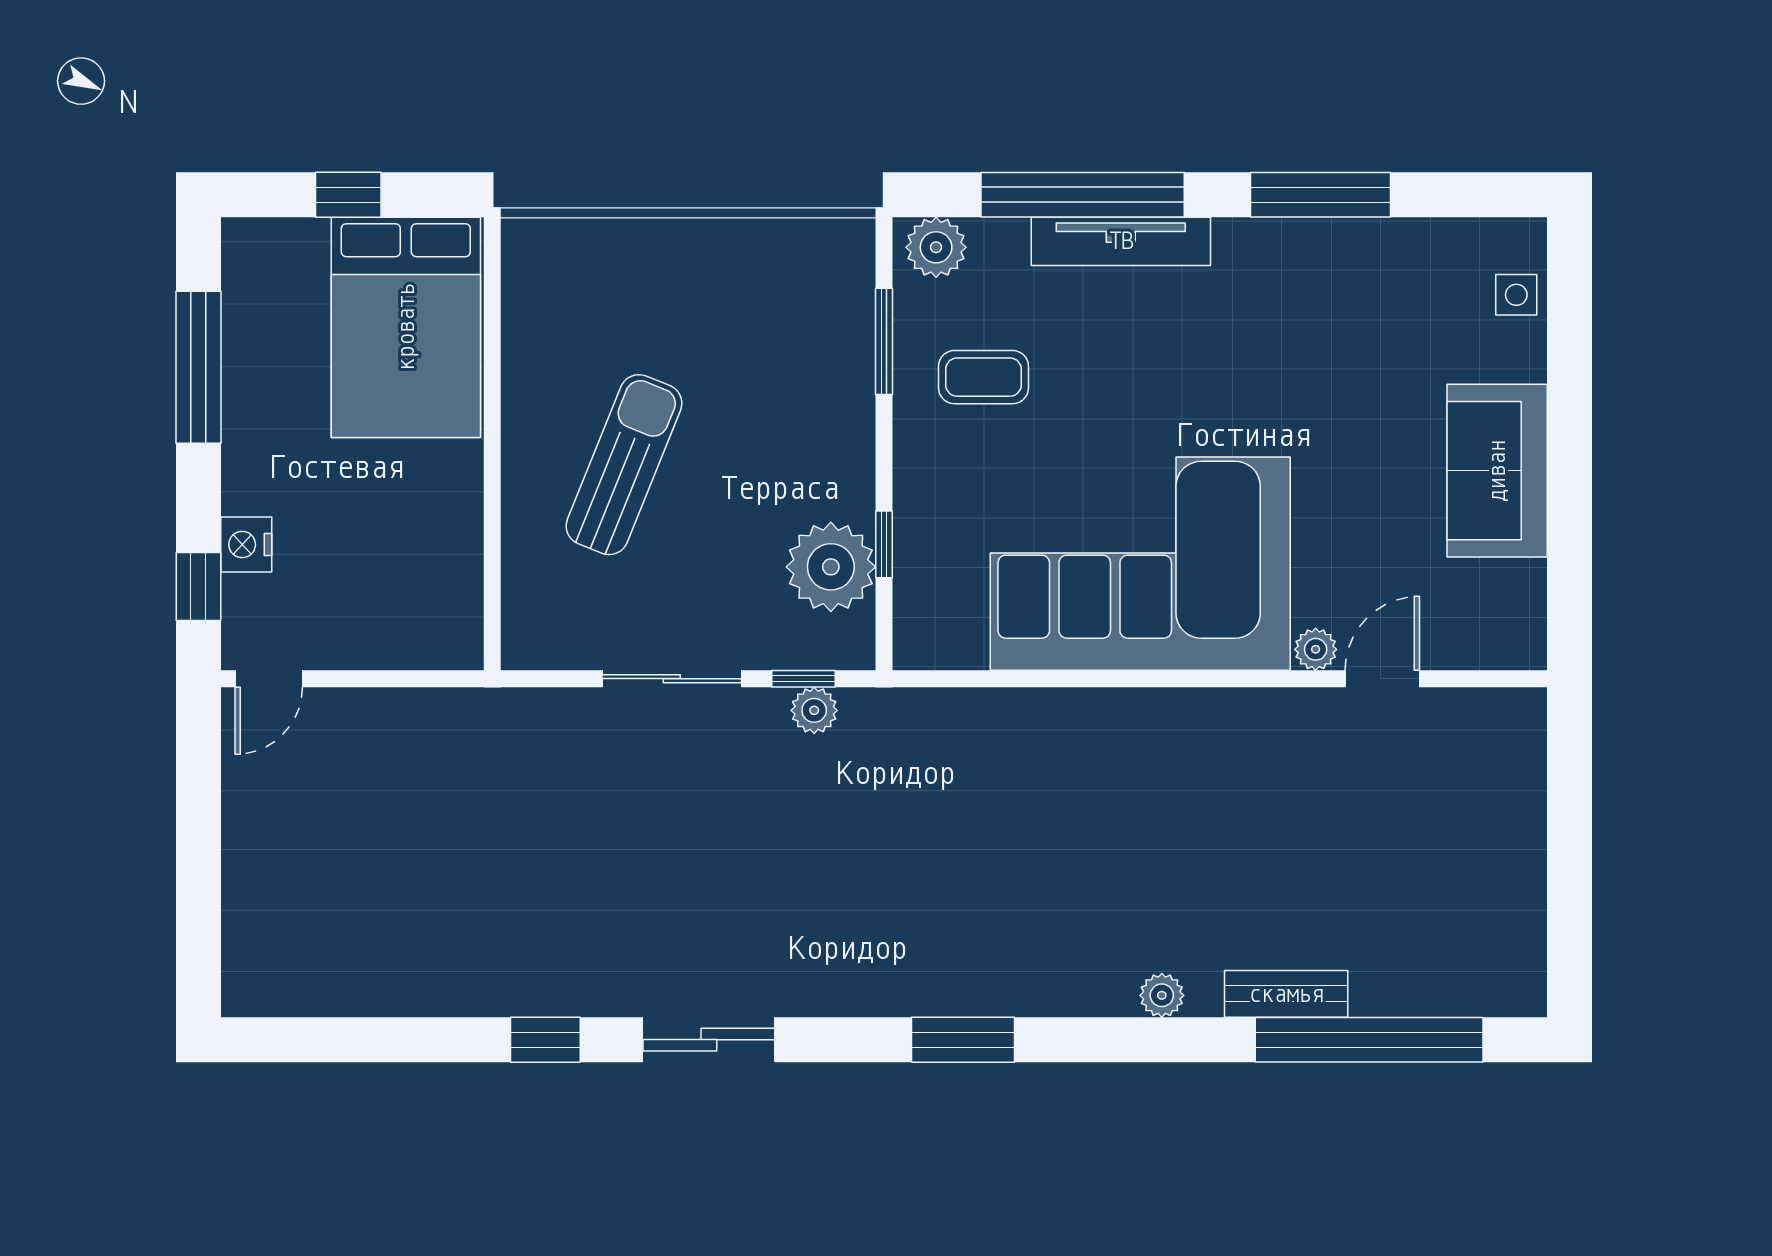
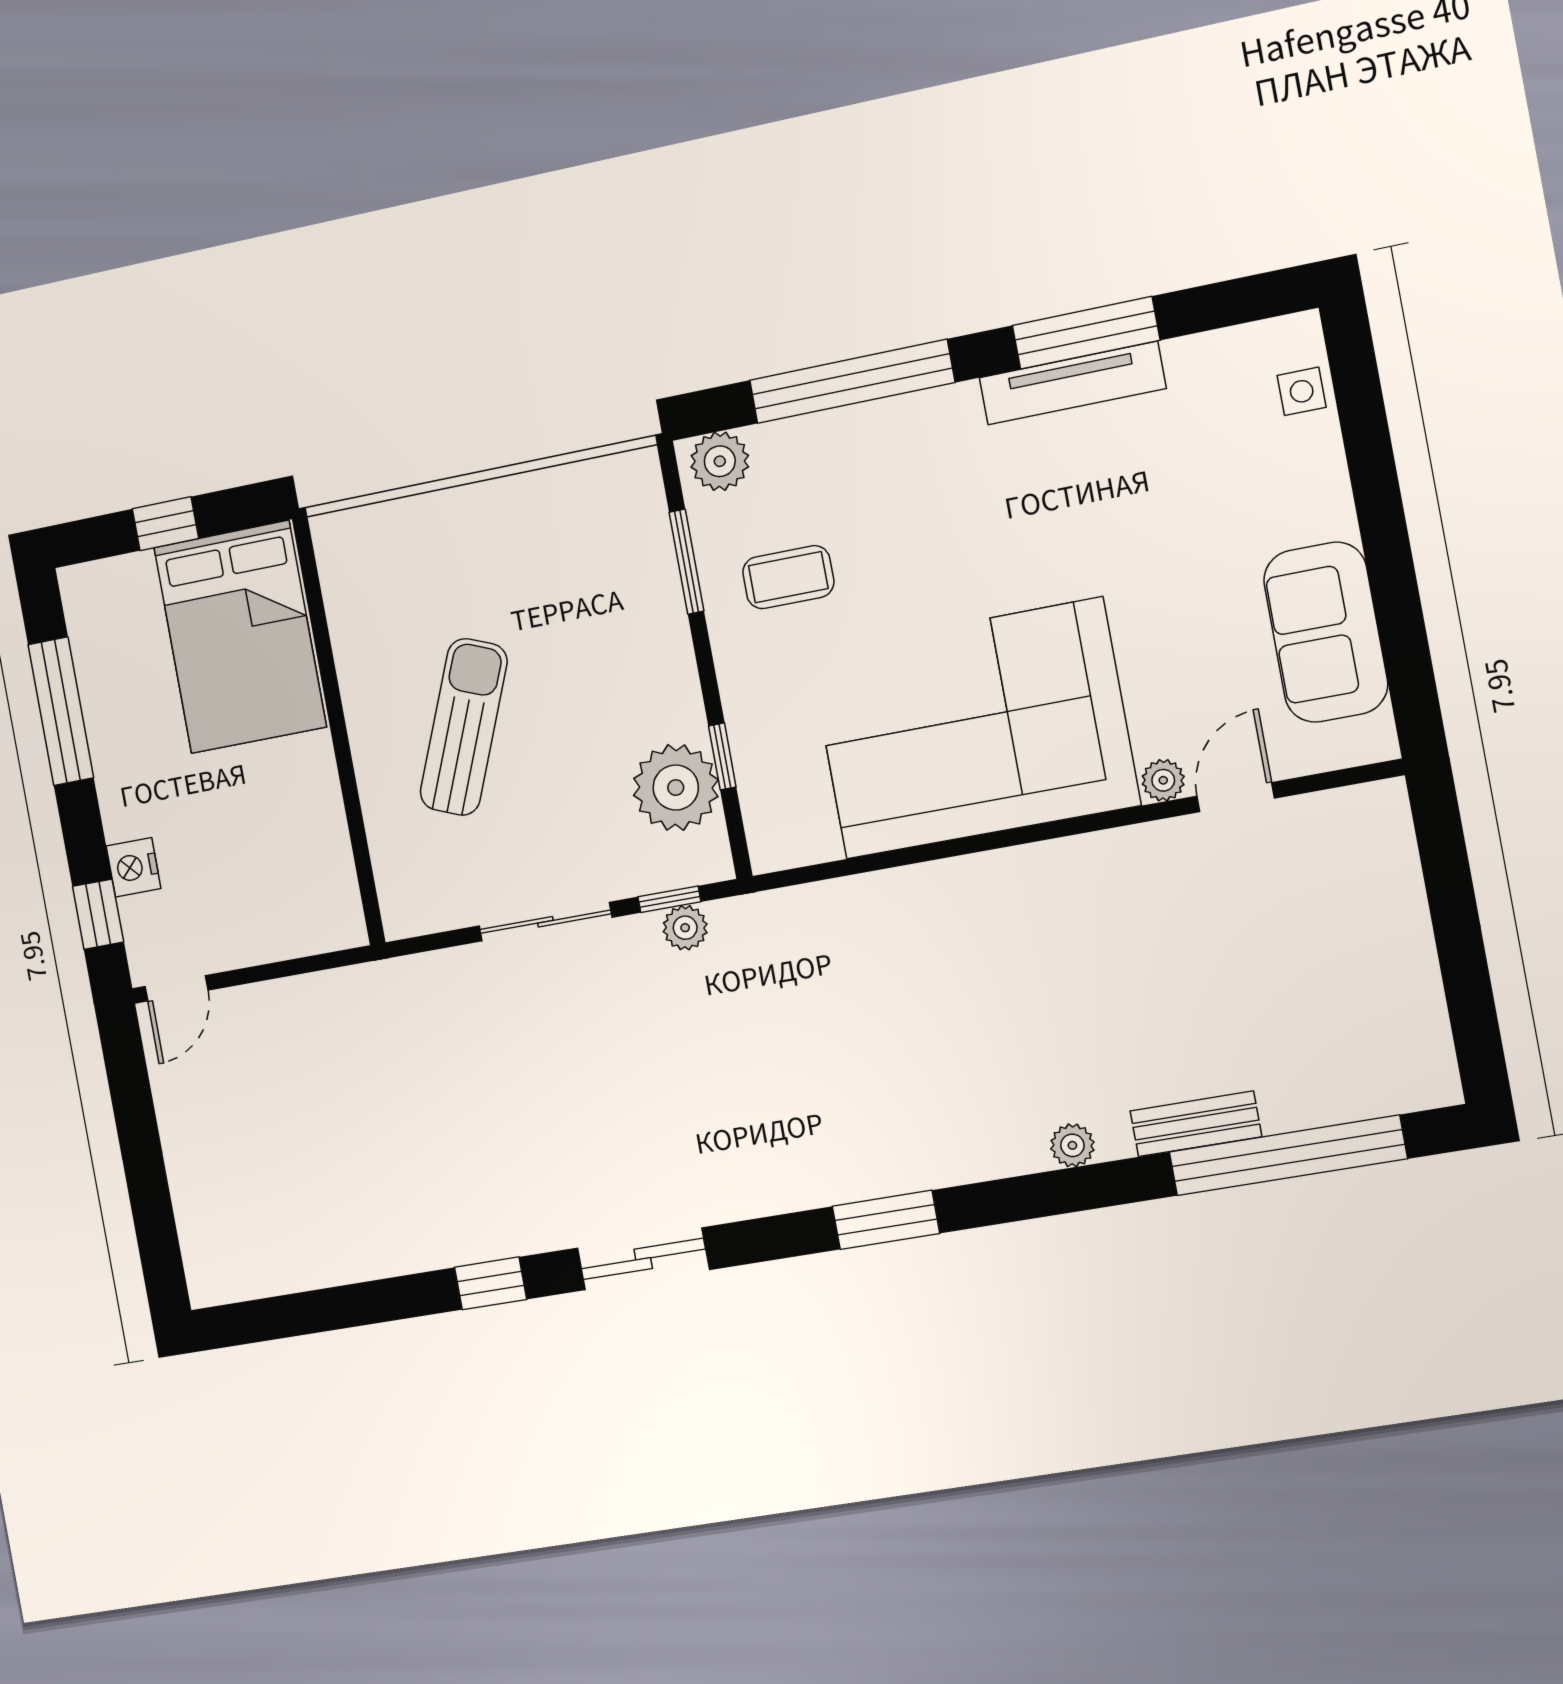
tv unit: (1121, 241) -> (1072, 383), moved
sofa: (1497, 471) -> (1326, 632), moved

